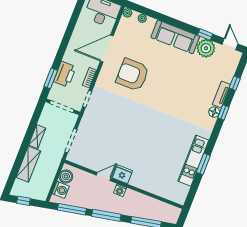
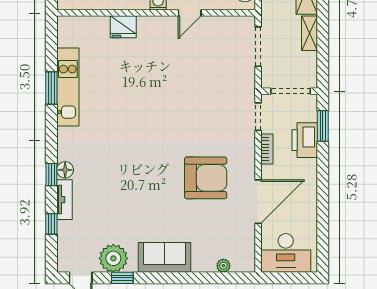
plant: (127, 13) -> (248, 265), removed
sofa: (175, 37) -> (165, 257), width x0.73
fridge: (122, 174) -> (123, 27), moved

